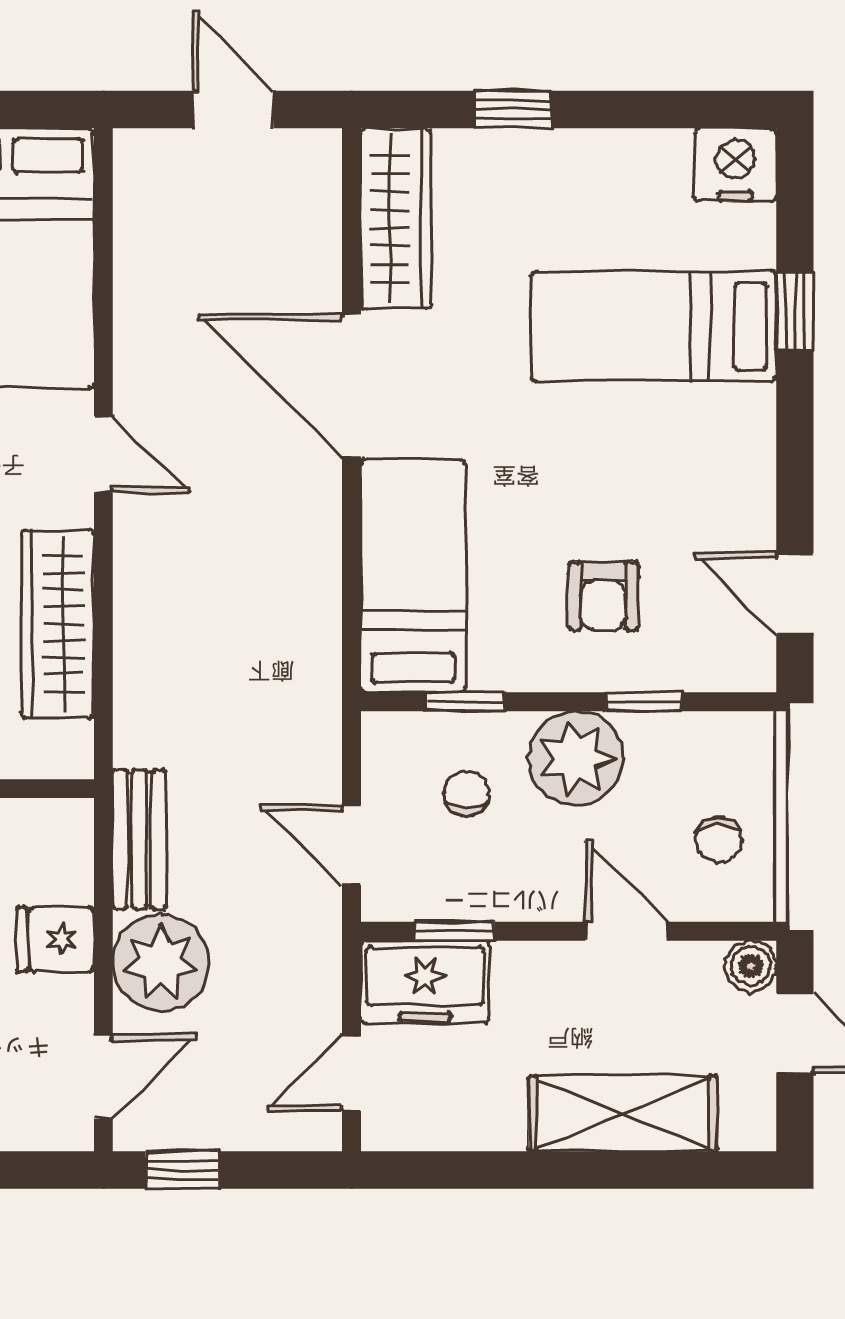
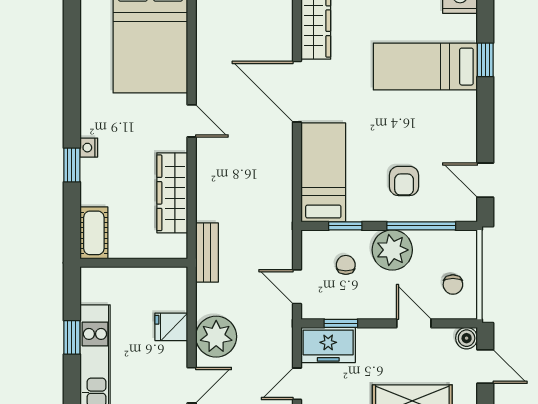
window: (644, 702) -> (421, 226), width x2.17
bench: (139, 839) -> (207, 252), moved

